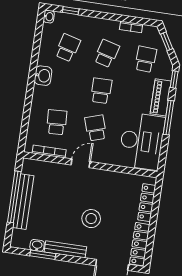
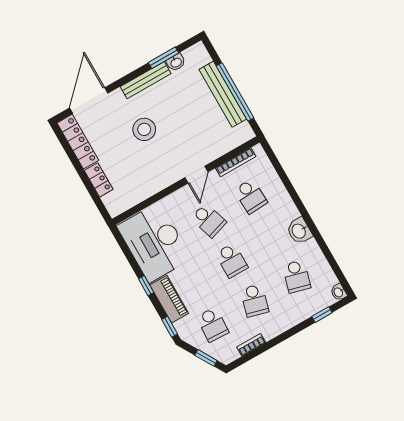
window: (169, 118) -> (146, 286), width x0.46
locker: (147, 203) -> (99, 180), width x0.66

